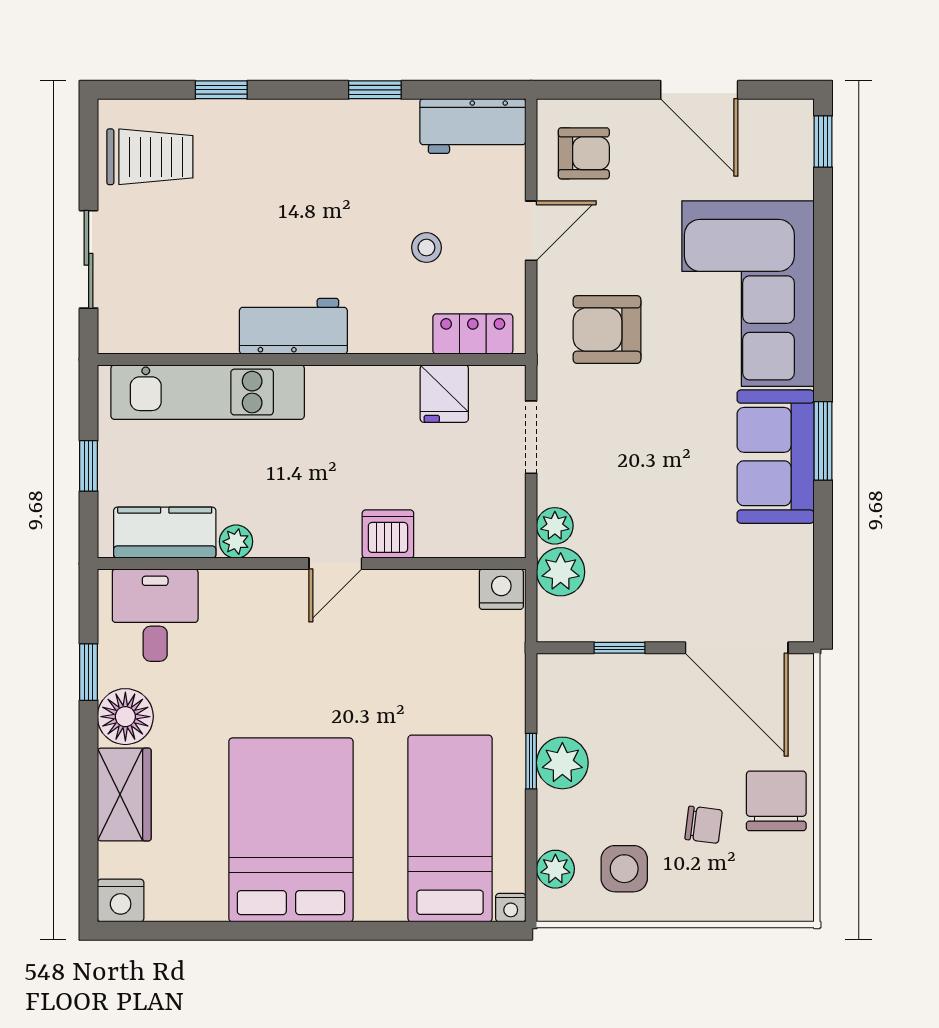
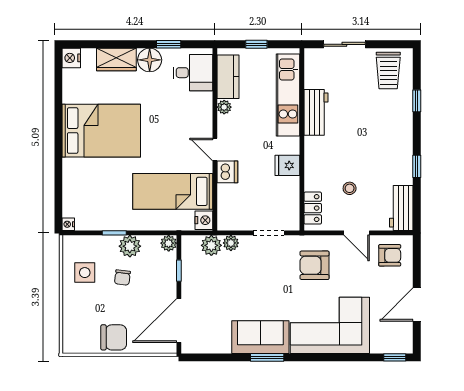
armchair: (584, 153) -> (390, 255), turned -90
workbench: (293, 326) -> (316, 112), moved
armchair: (607, 330) -> (315, 265), turned -90
fridge: (444, 394) -> (287, 165), moved
window: (531, 761) -> (114, 233), moved
chair: (704, 825) -> (122, 278), moved
bed: (450, 829) -> (173, 191), moved, turned 180
plant: (555, 869) -> (169, 243), moved

